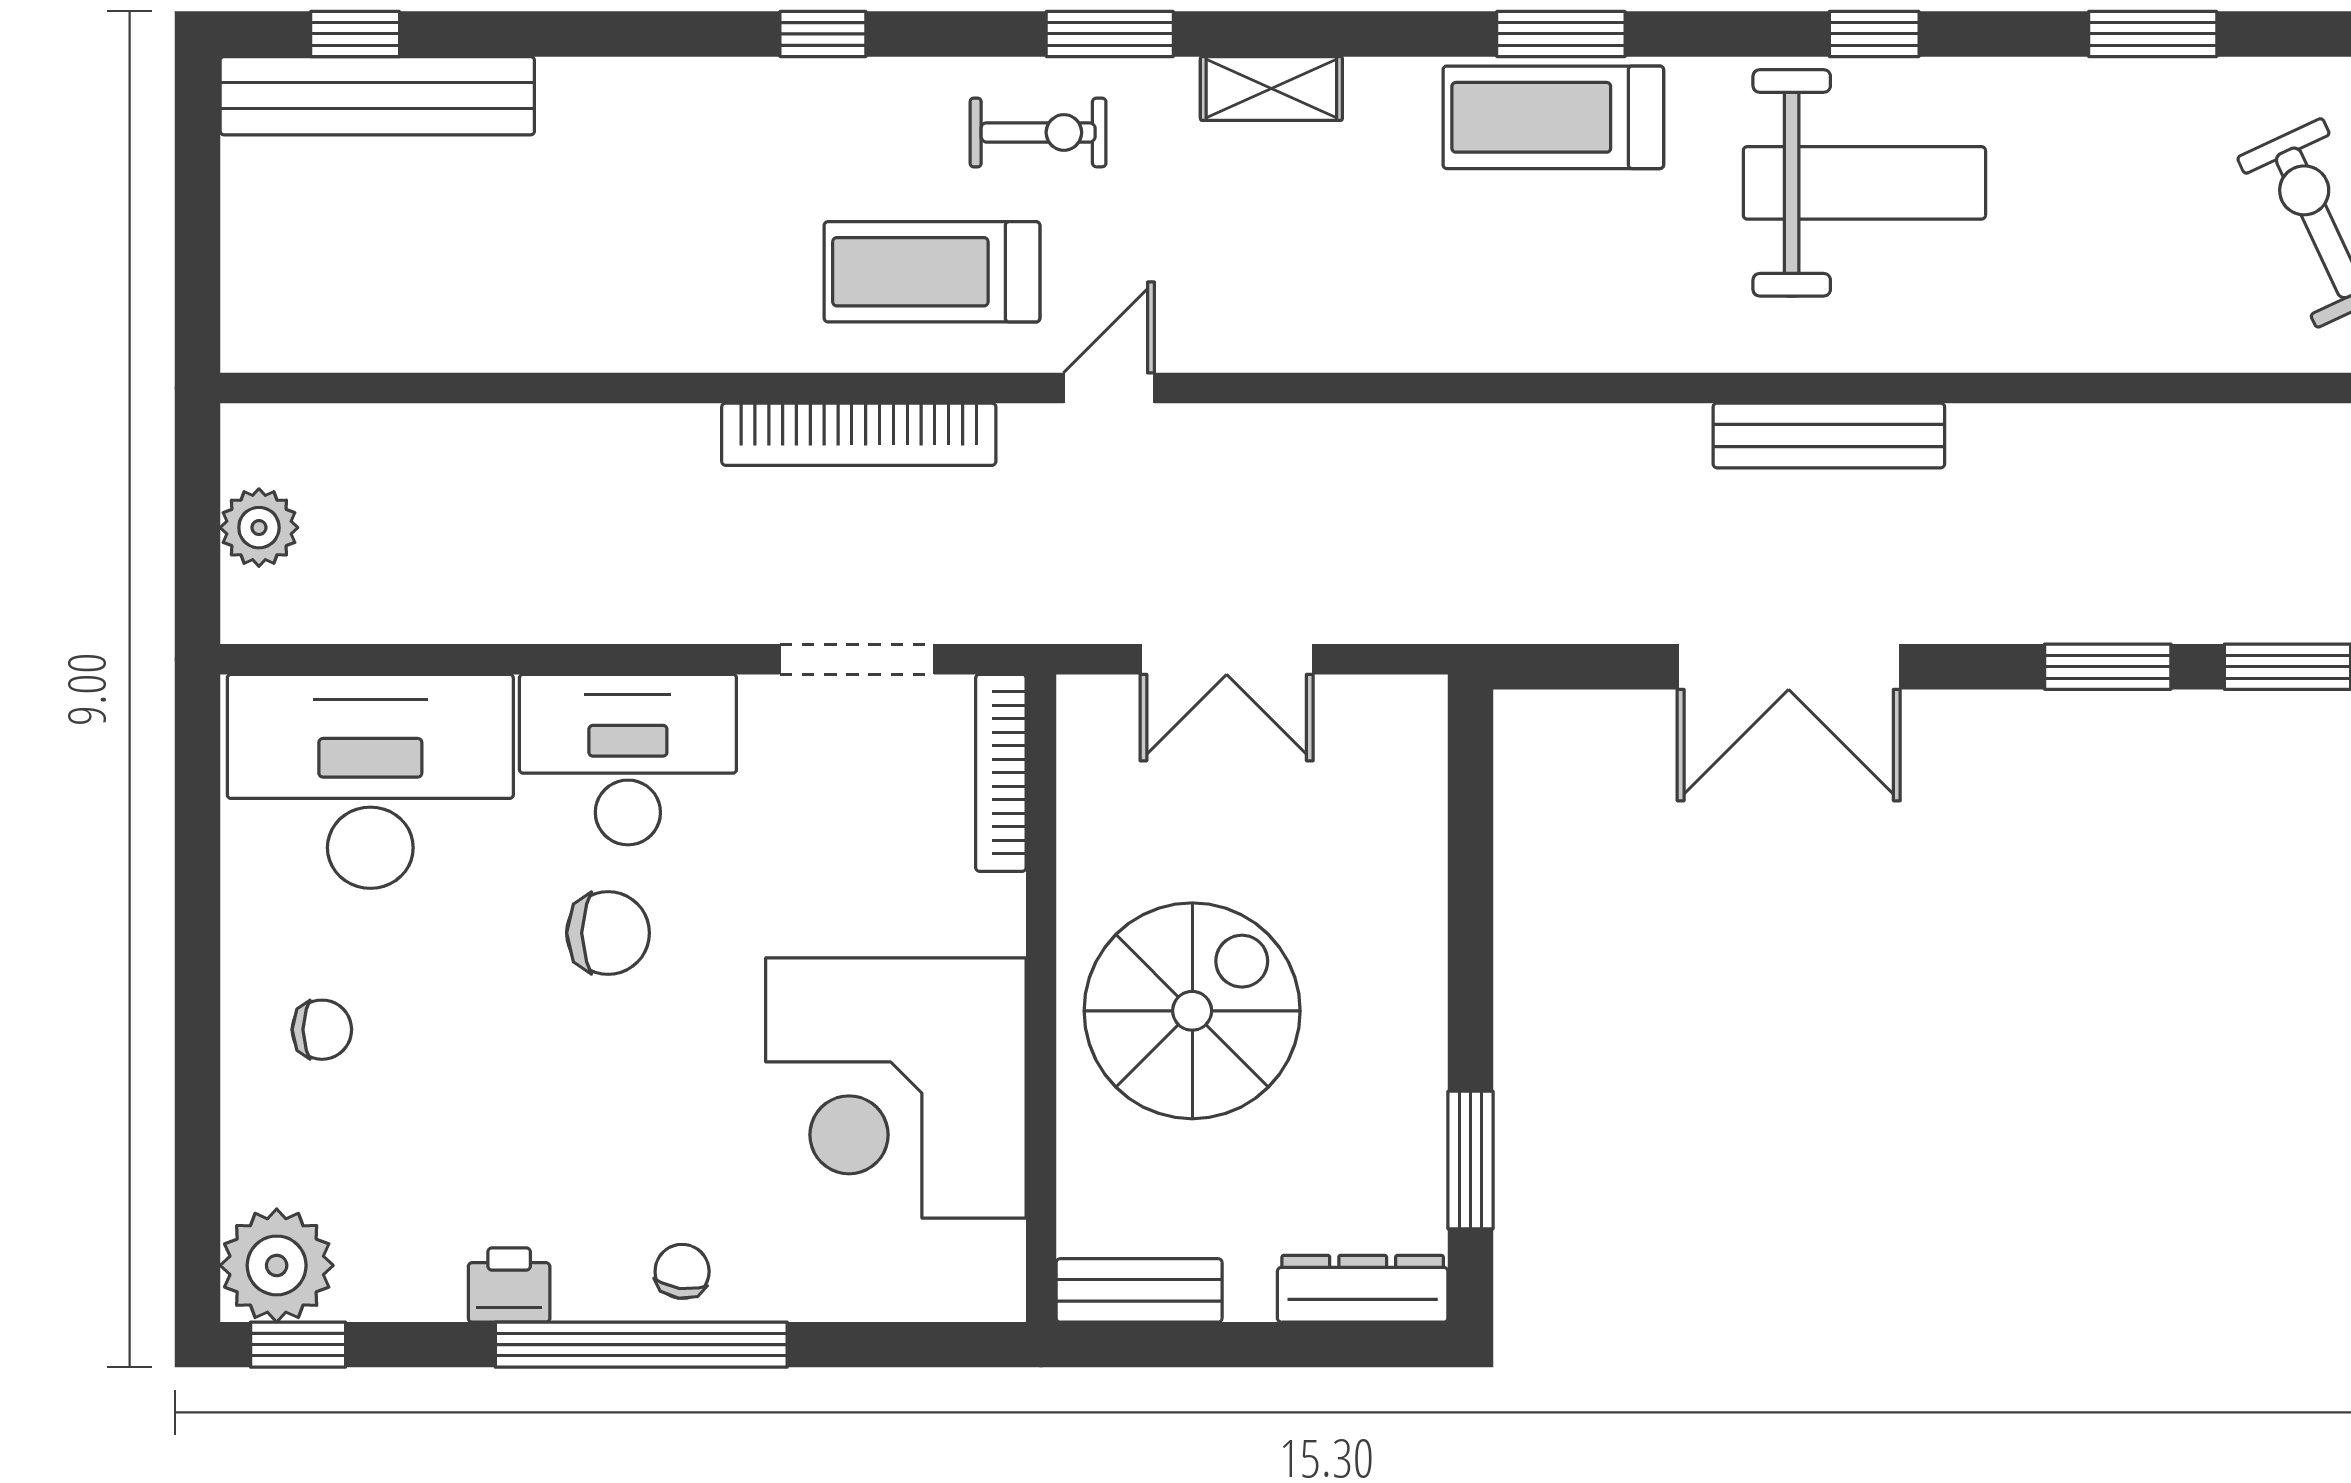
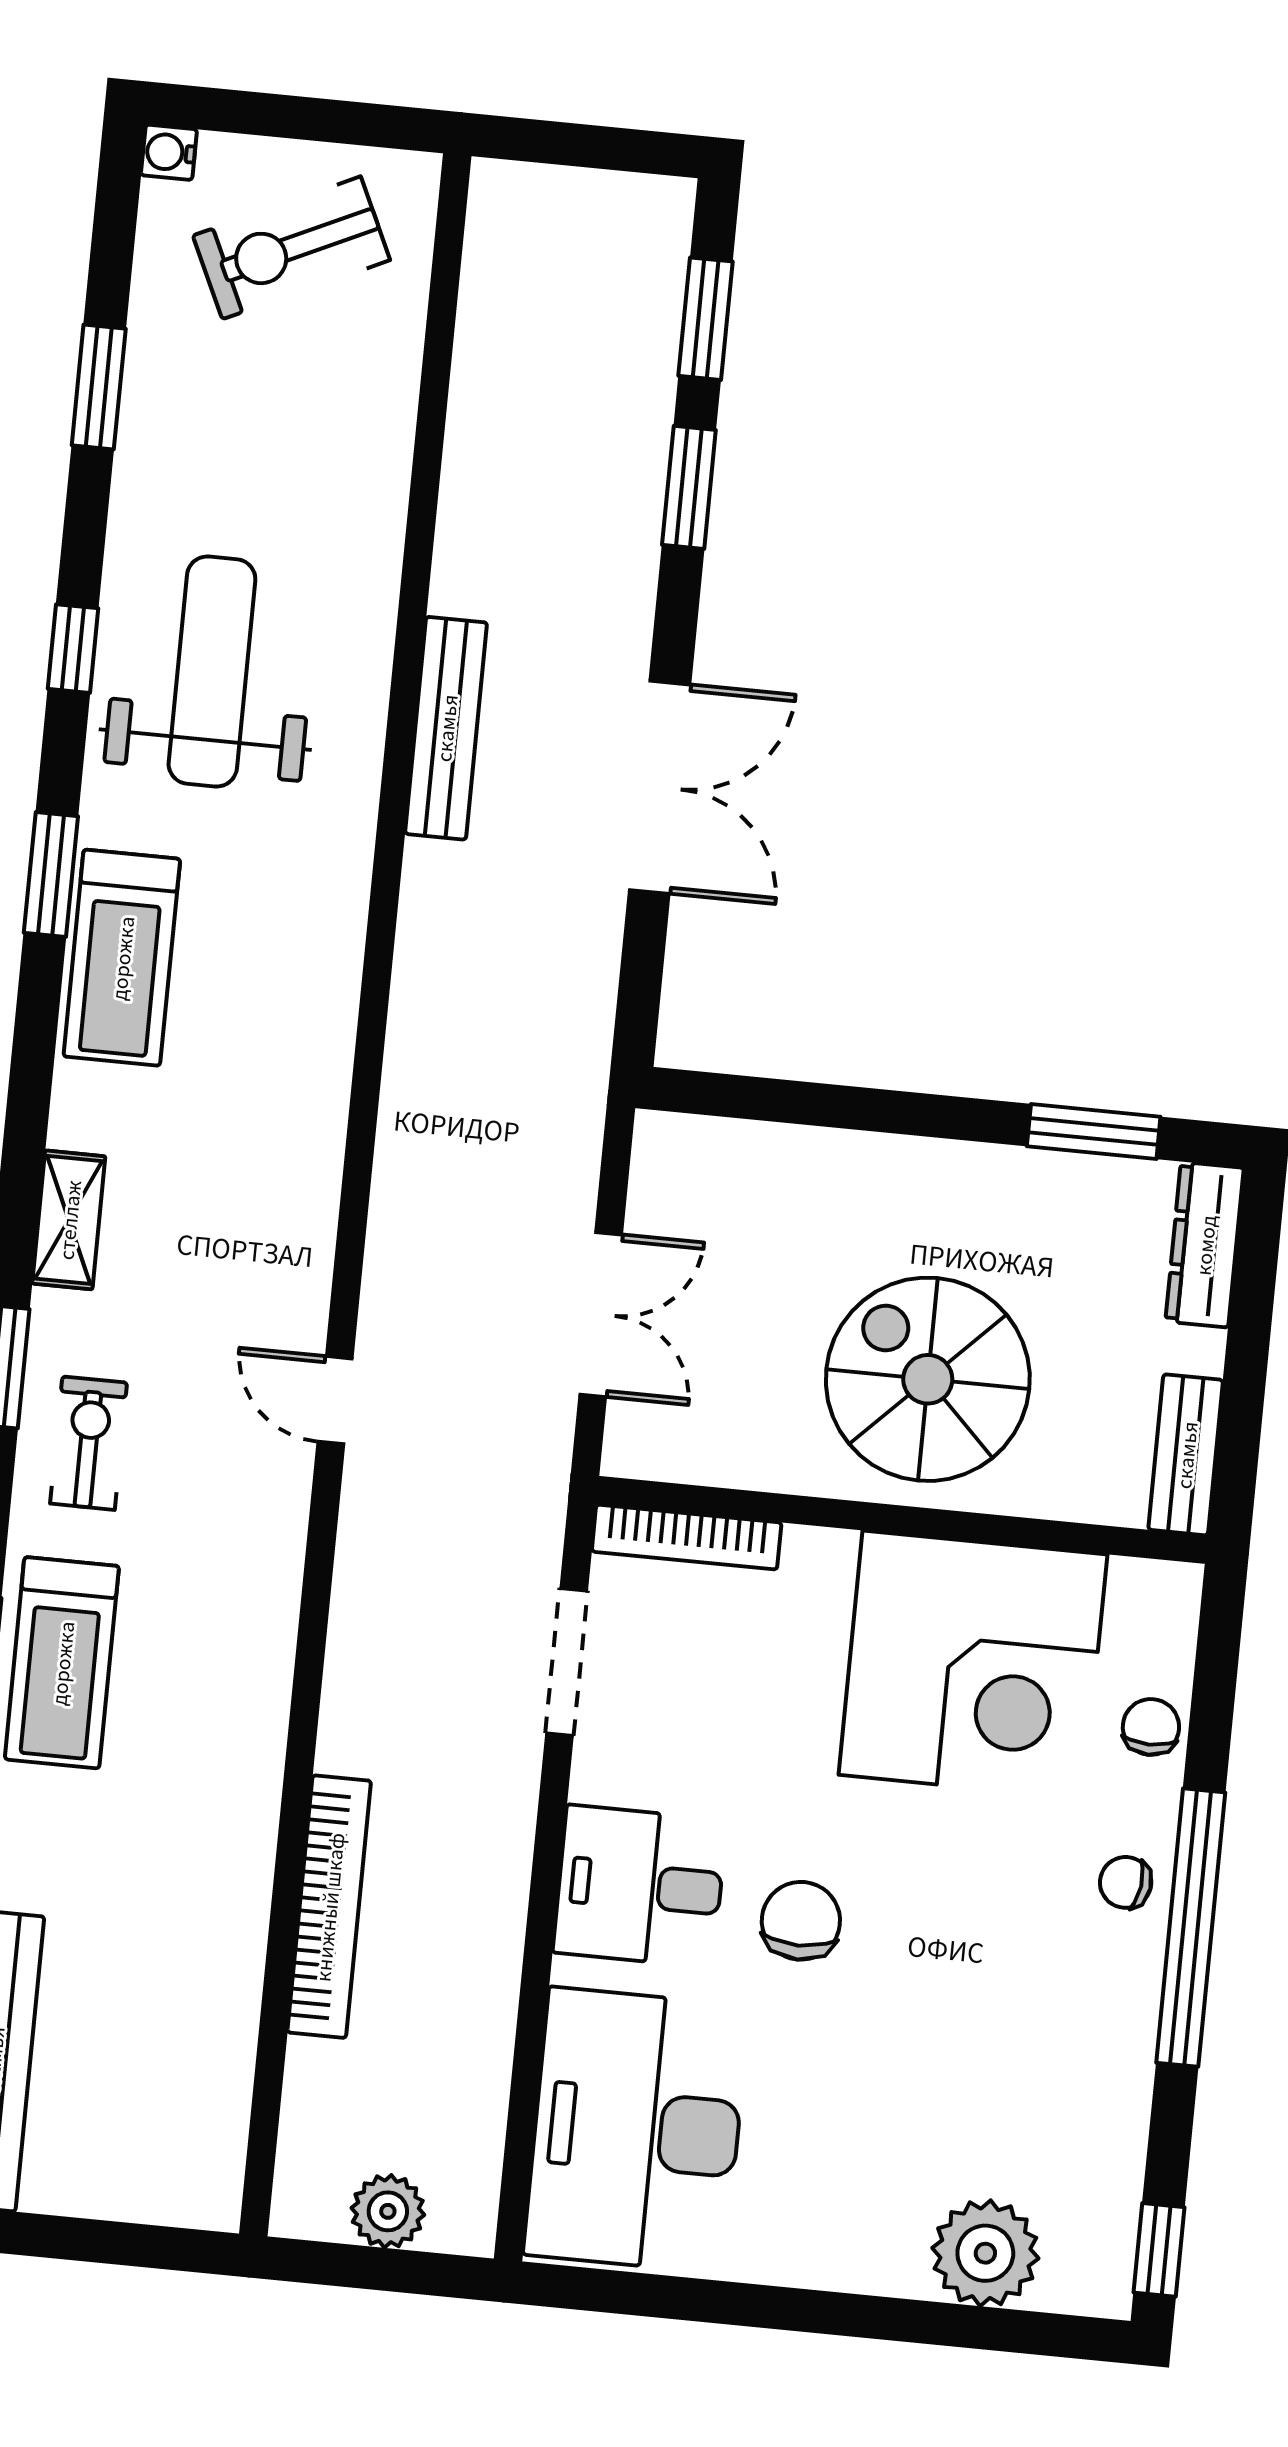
window: (1561, 34) -> (51, 874), moved
treadmill: (932, 272) -> (62, 1663), moved
bookcase: (859, 434) -> (329, 1907), moved
desk: (628, 760) -> (640, 1886), width x0.73
chair: (322, 1030) -> (1151, 1727), moved
plant: (277, 1265) -> (985, 2253), moved
printer: (509, 1285) -> (1122, 2046), removed

